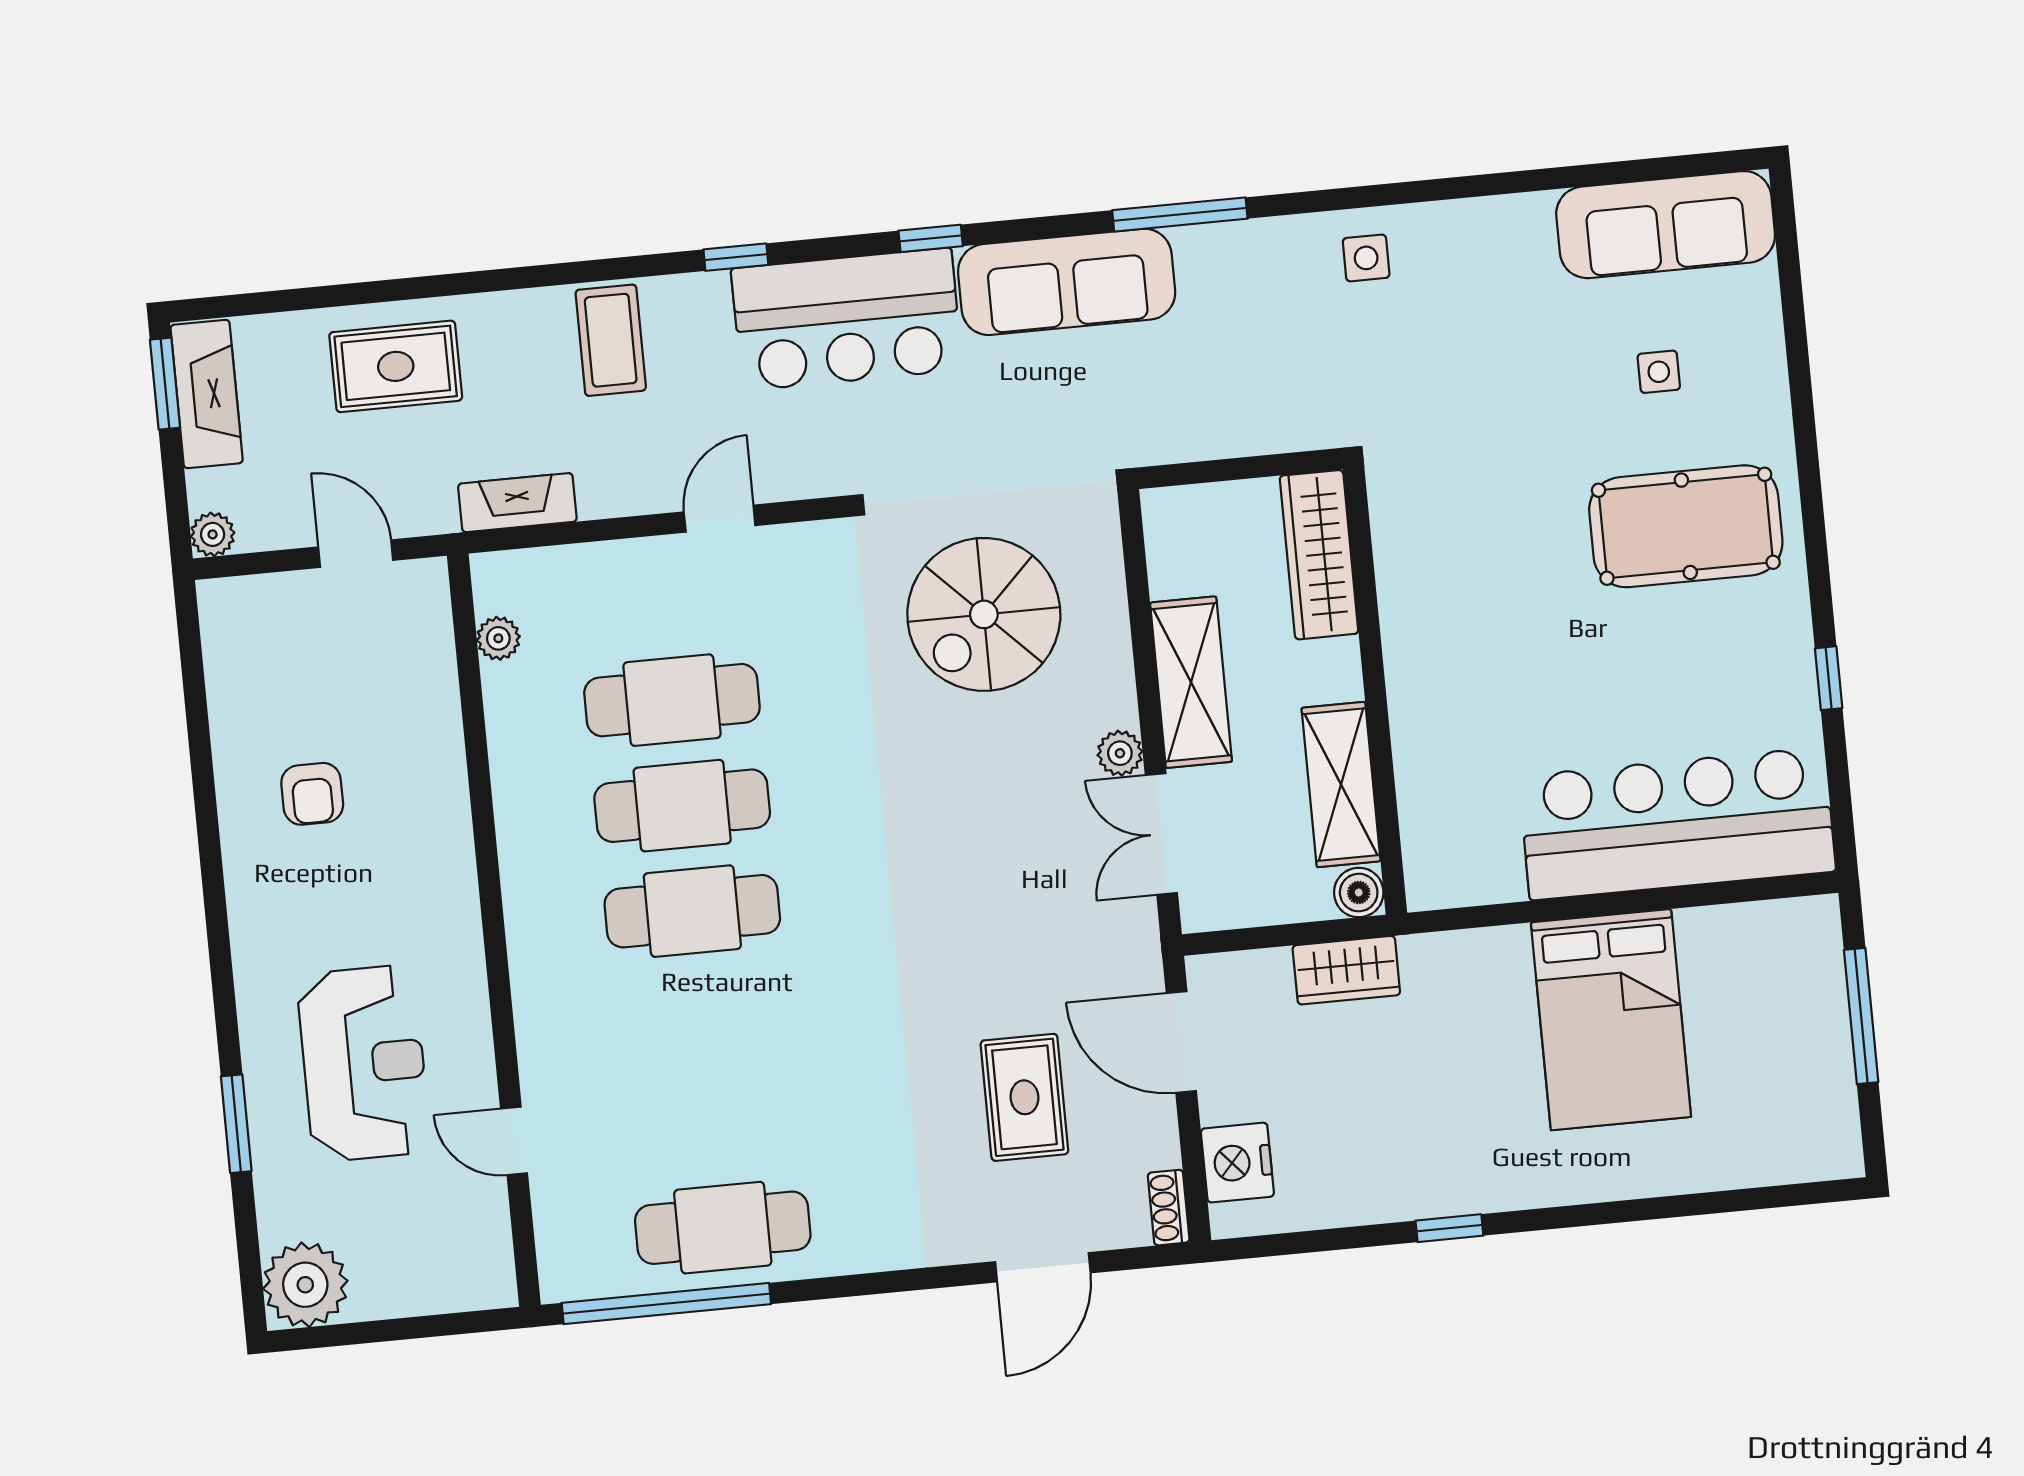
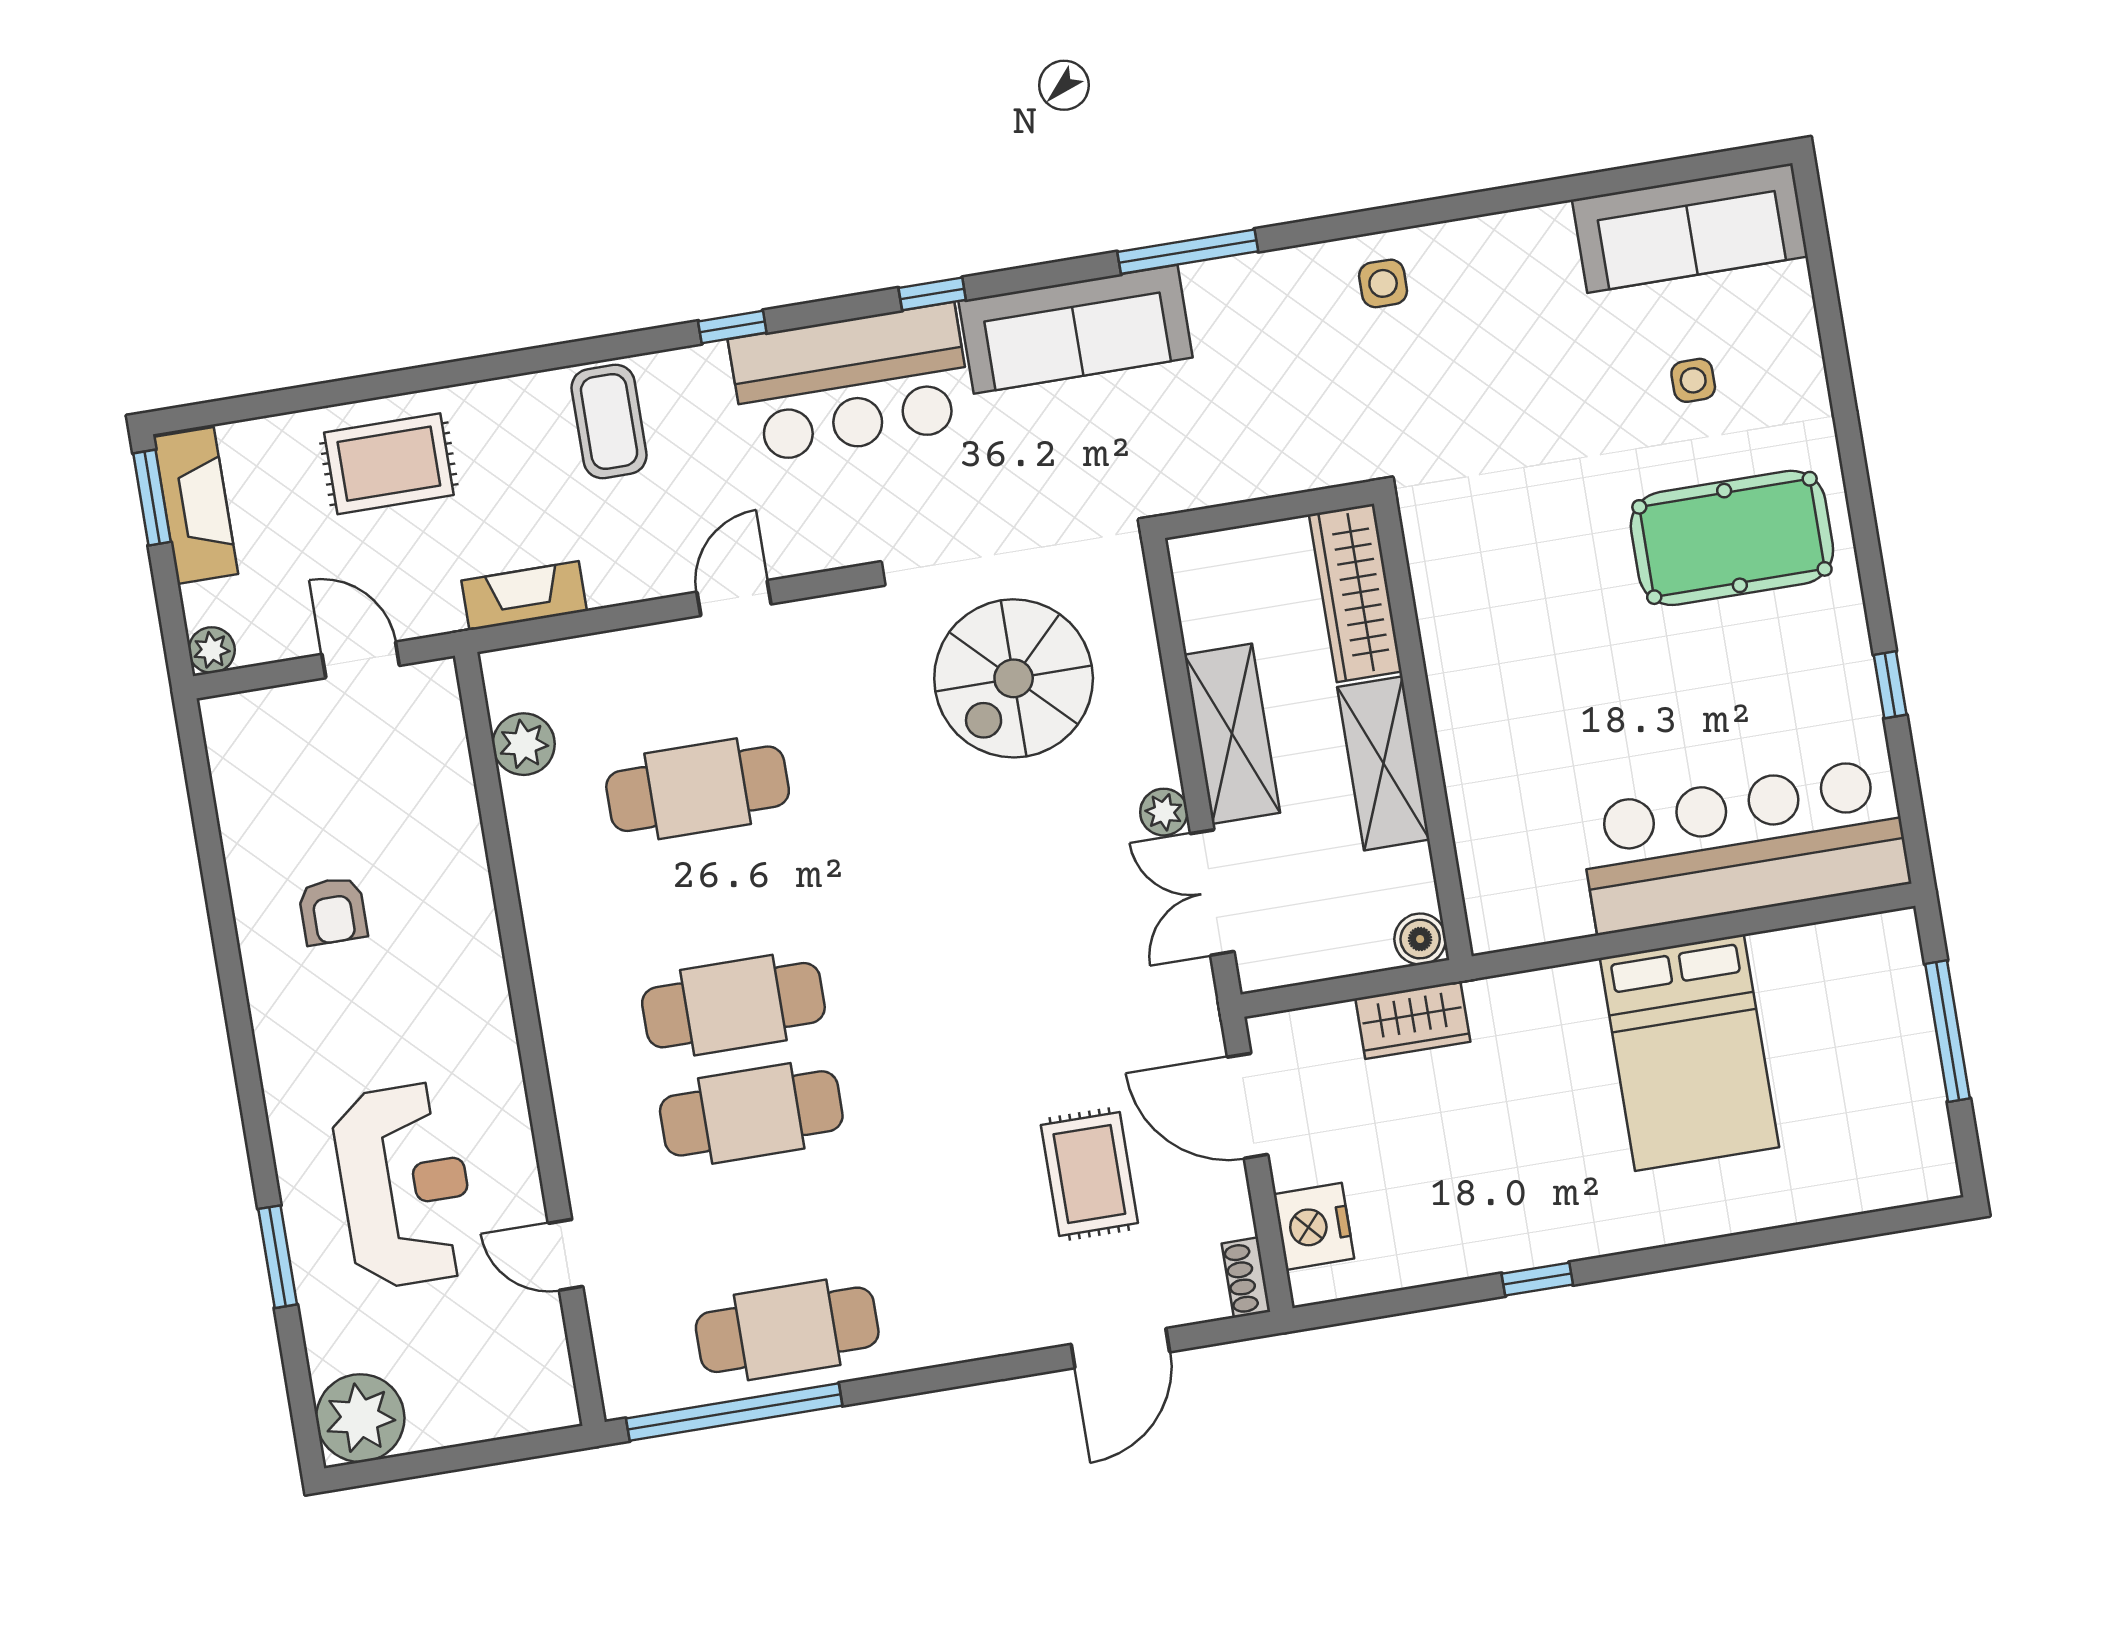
plant: (498, 638) -> (524, 744), width x1.38, depth x1.38
shelving: (1341, 785) -> (1383, 763), moved
cafe table: (682, 806) -> (751, 1113), moved

